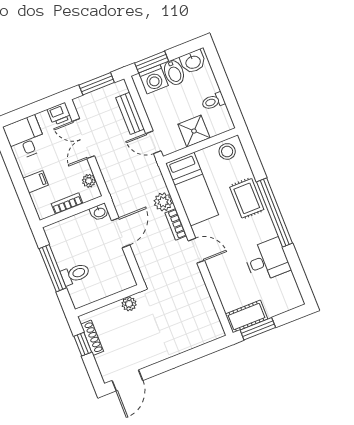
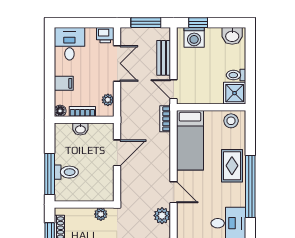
window: (152, 62) -> (198, 23), width x0.67
bidet: (174, 72) -> (213, 38), removed
shower: (194, 131) -> (235, 93), moved
double door: (83, 139) -> (117, 63), swing flipped
plant: (163, 202) -> (162, 216), moved
floor lamp: (43, 212) -> (60, 111), added
washbasin: (99, 212) -> (80, 129), moved
bookcase: (176, 224) -> (165, 119), moved
window: (53, 268) -> (50, 174), moved

